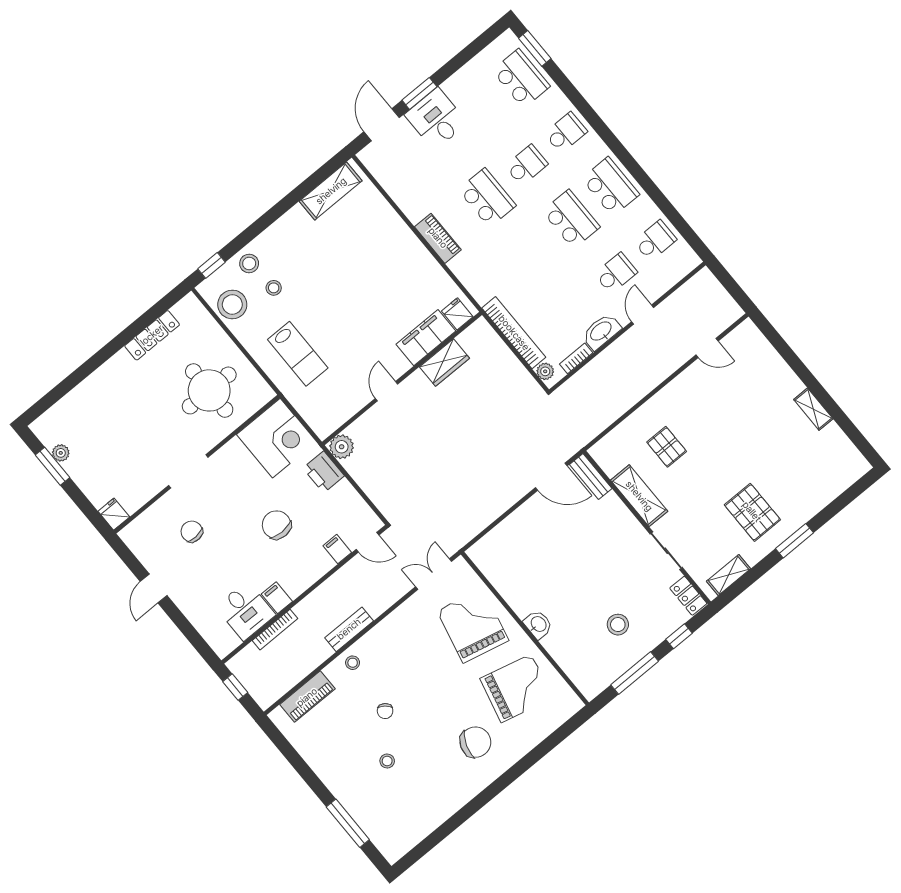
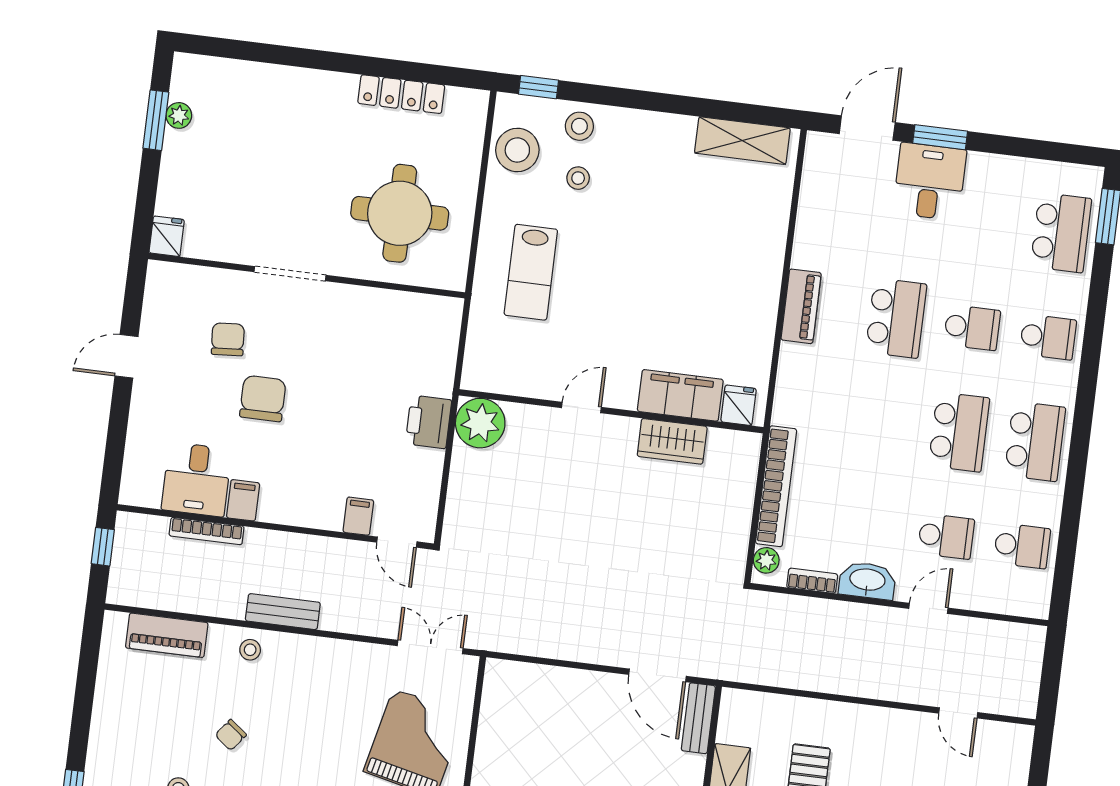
corner desk: (276, 438) -> (417, 336), removed
plant: (342, 447) -> (480, 423), width x1.36, depth x1.36
chair: (277, 525) -> (263, 398), moved

